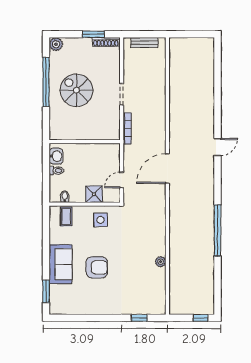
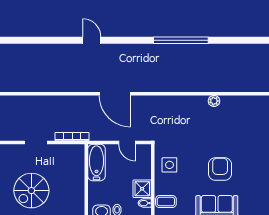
bathtub: (103, 151) -> (96, 163), added
shower: (94, 194) -> (142, 189), moved

